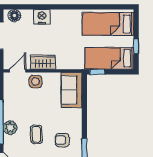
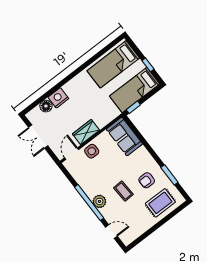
floor lamp: (14, 16) -> (46, 106), moved

